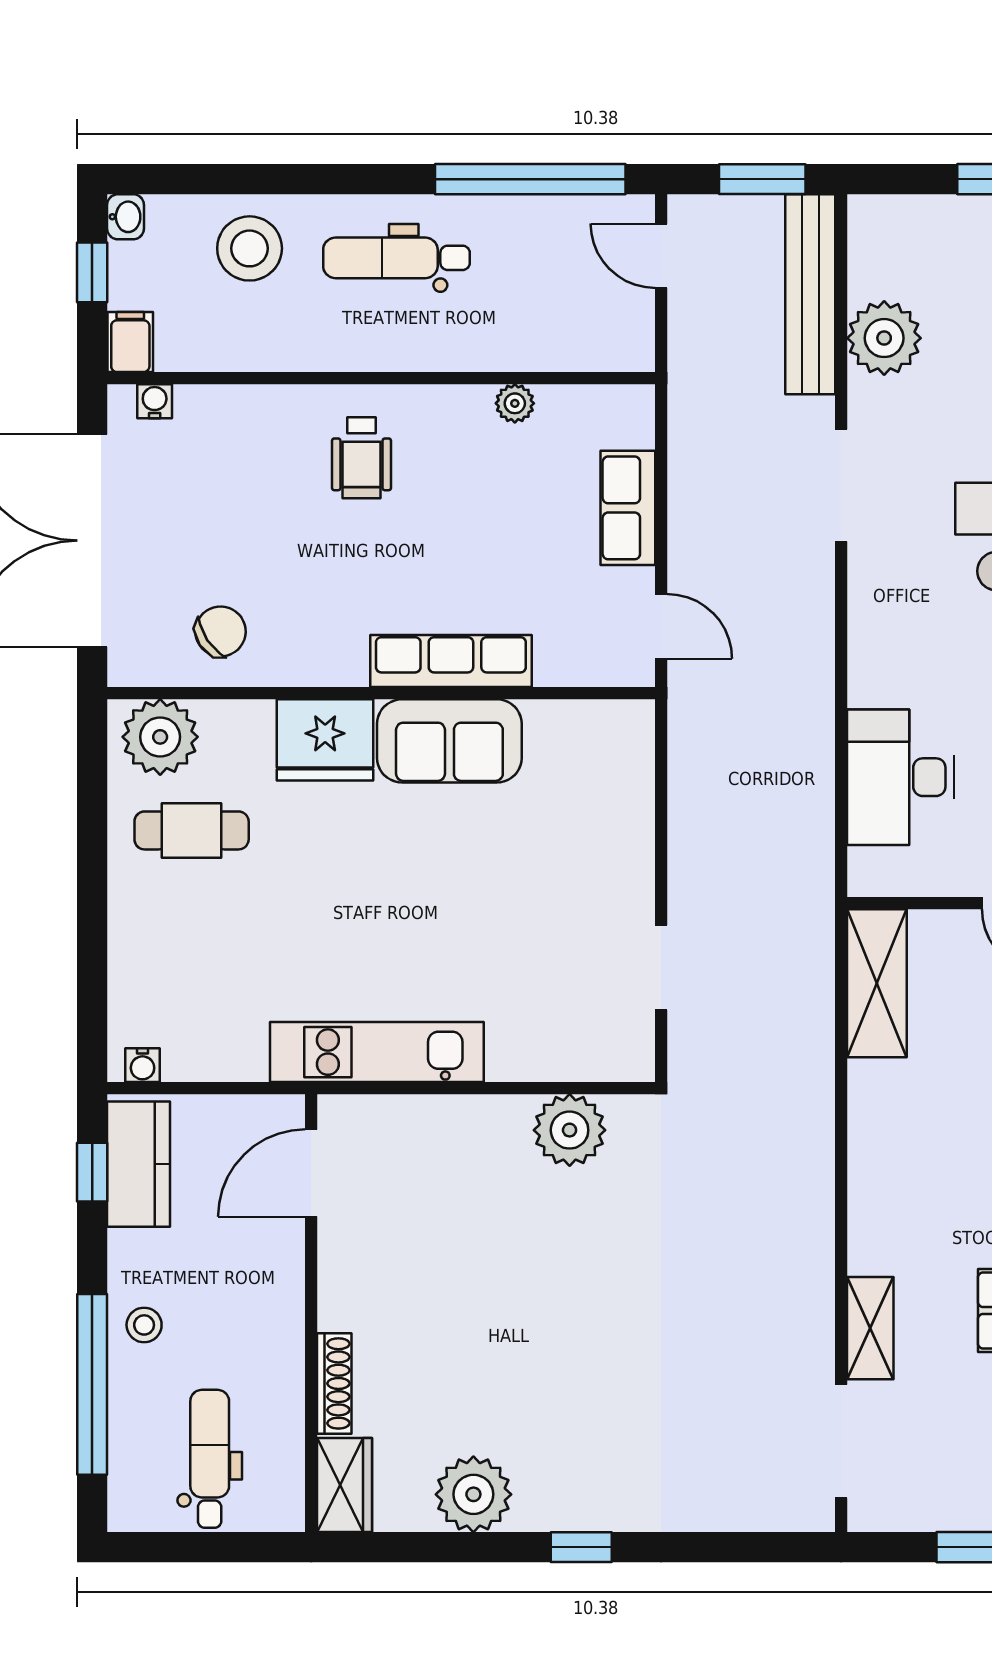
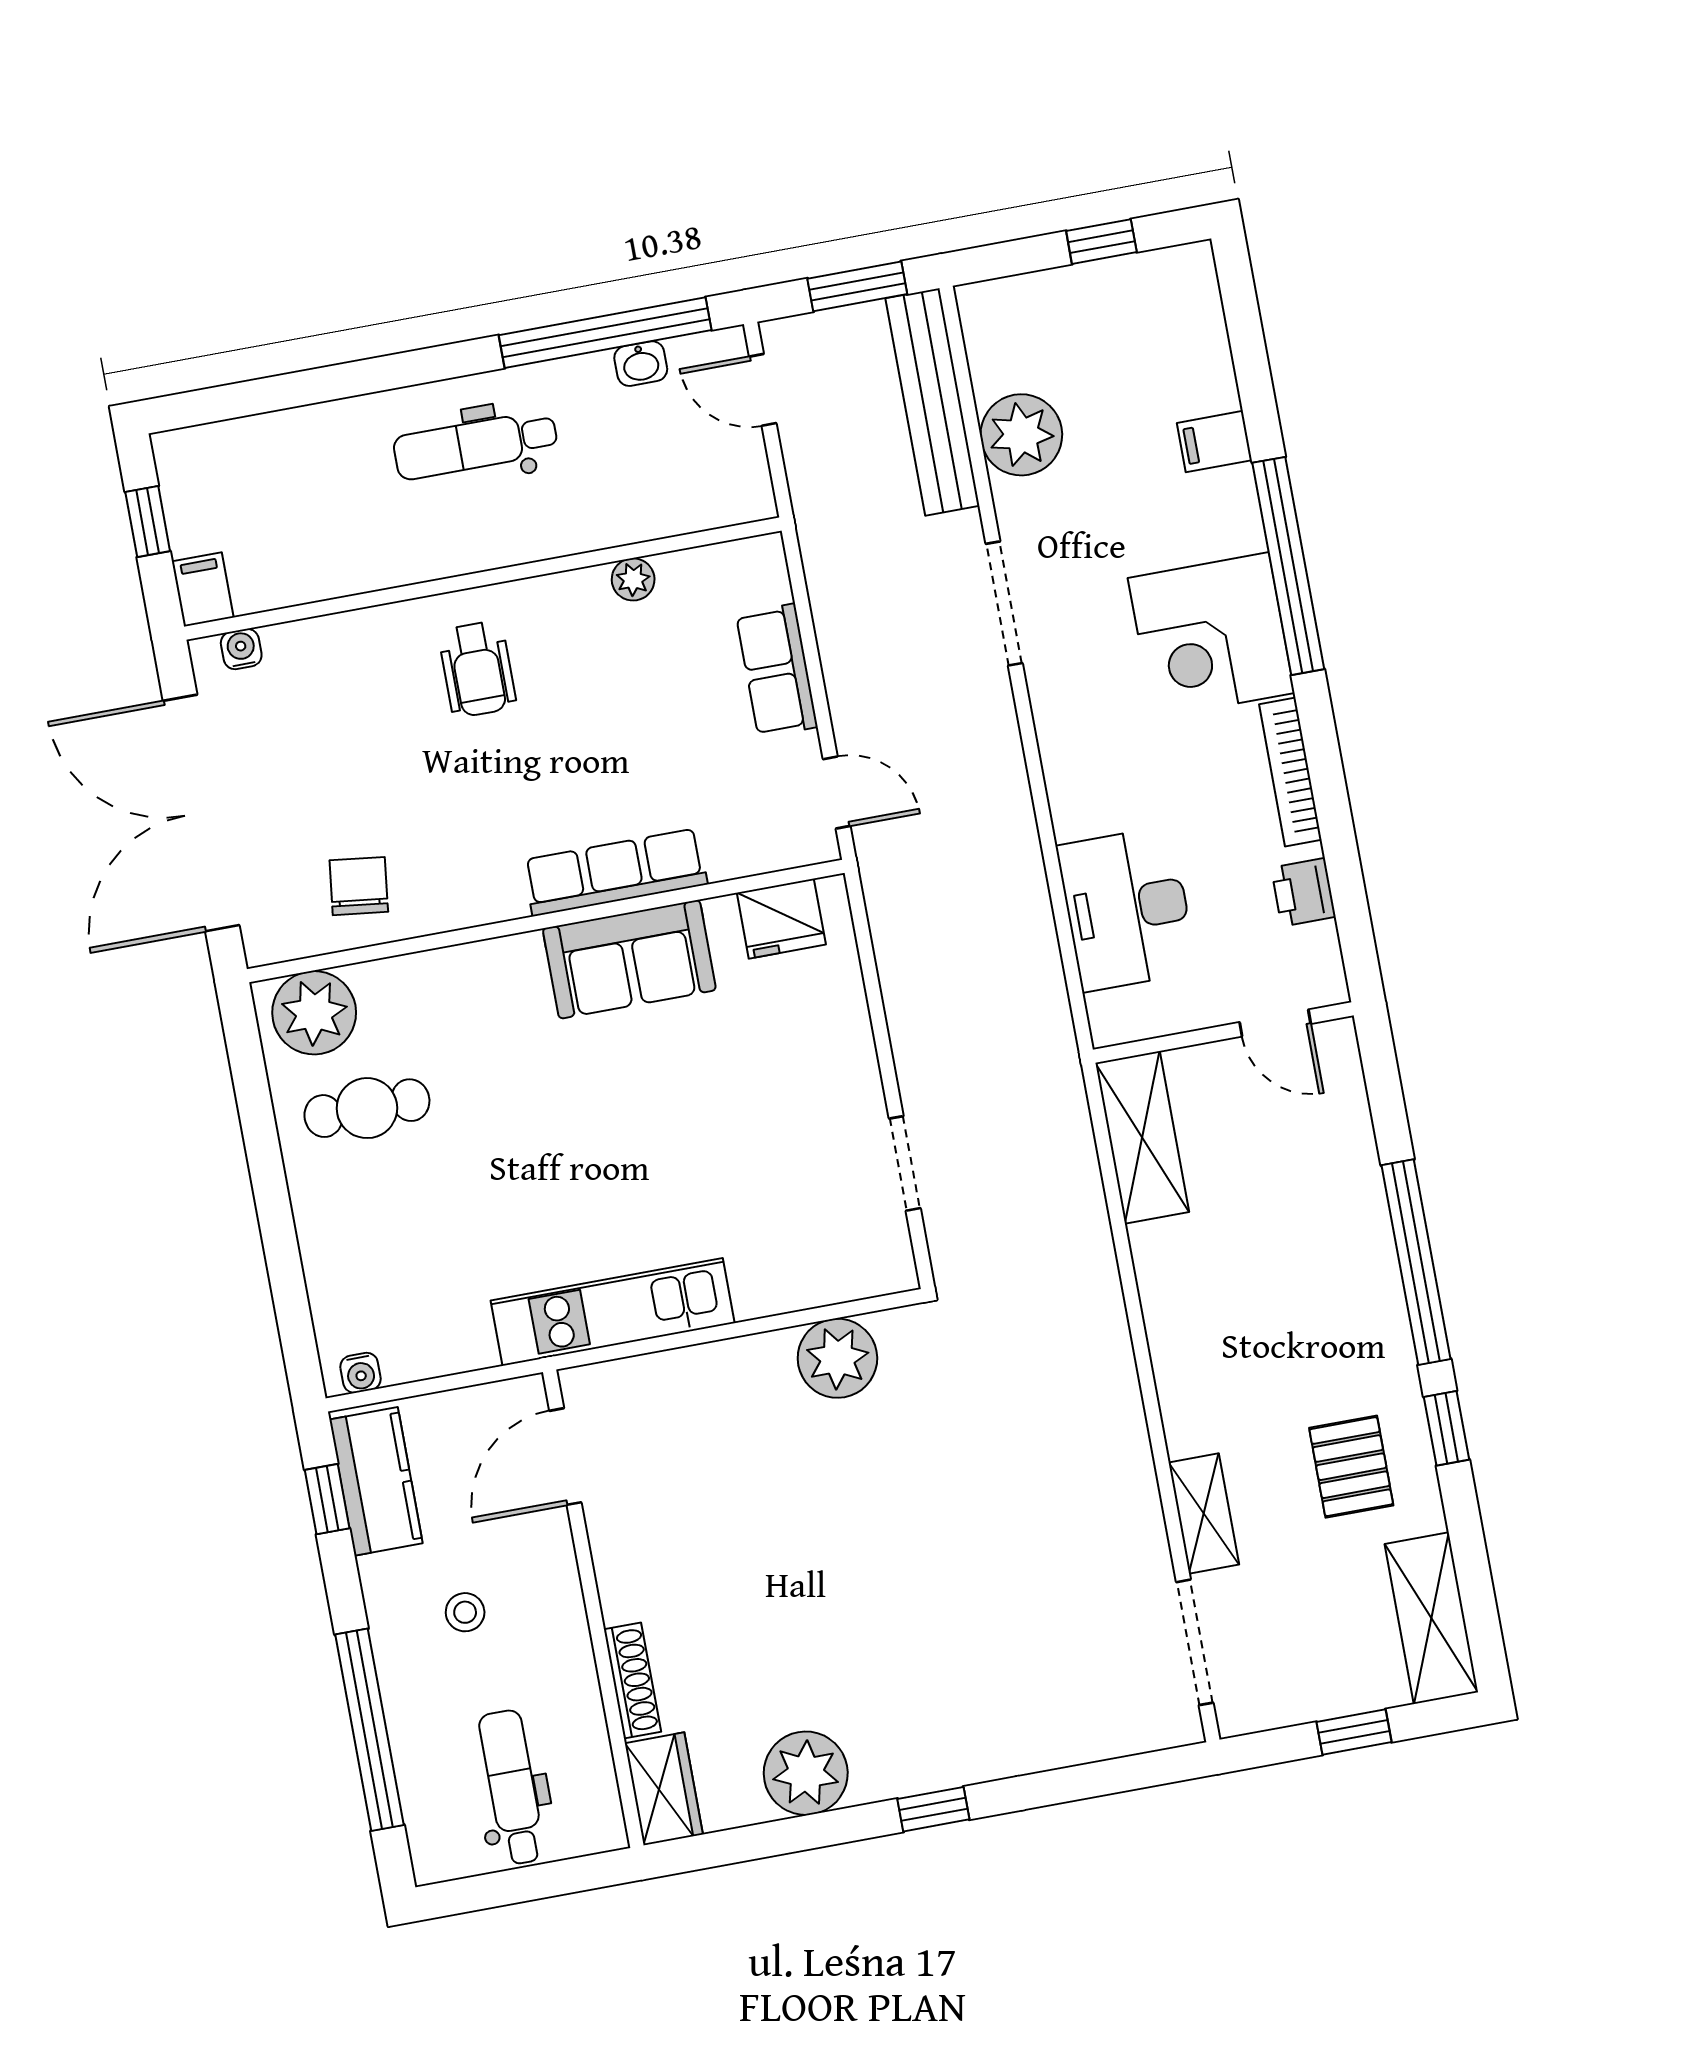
washbasin: (126, 217) -> (641, 364), moved, turned 90
stool: (250, 248) -> (314, 464), removed
chair: (221, 631) -> (359, 886), turned -49
fridge: (325, 740) -> (781, 919), moved, width x0.73, depth x0.75
stool: (144, 1325) -> (465, 1612), moved

